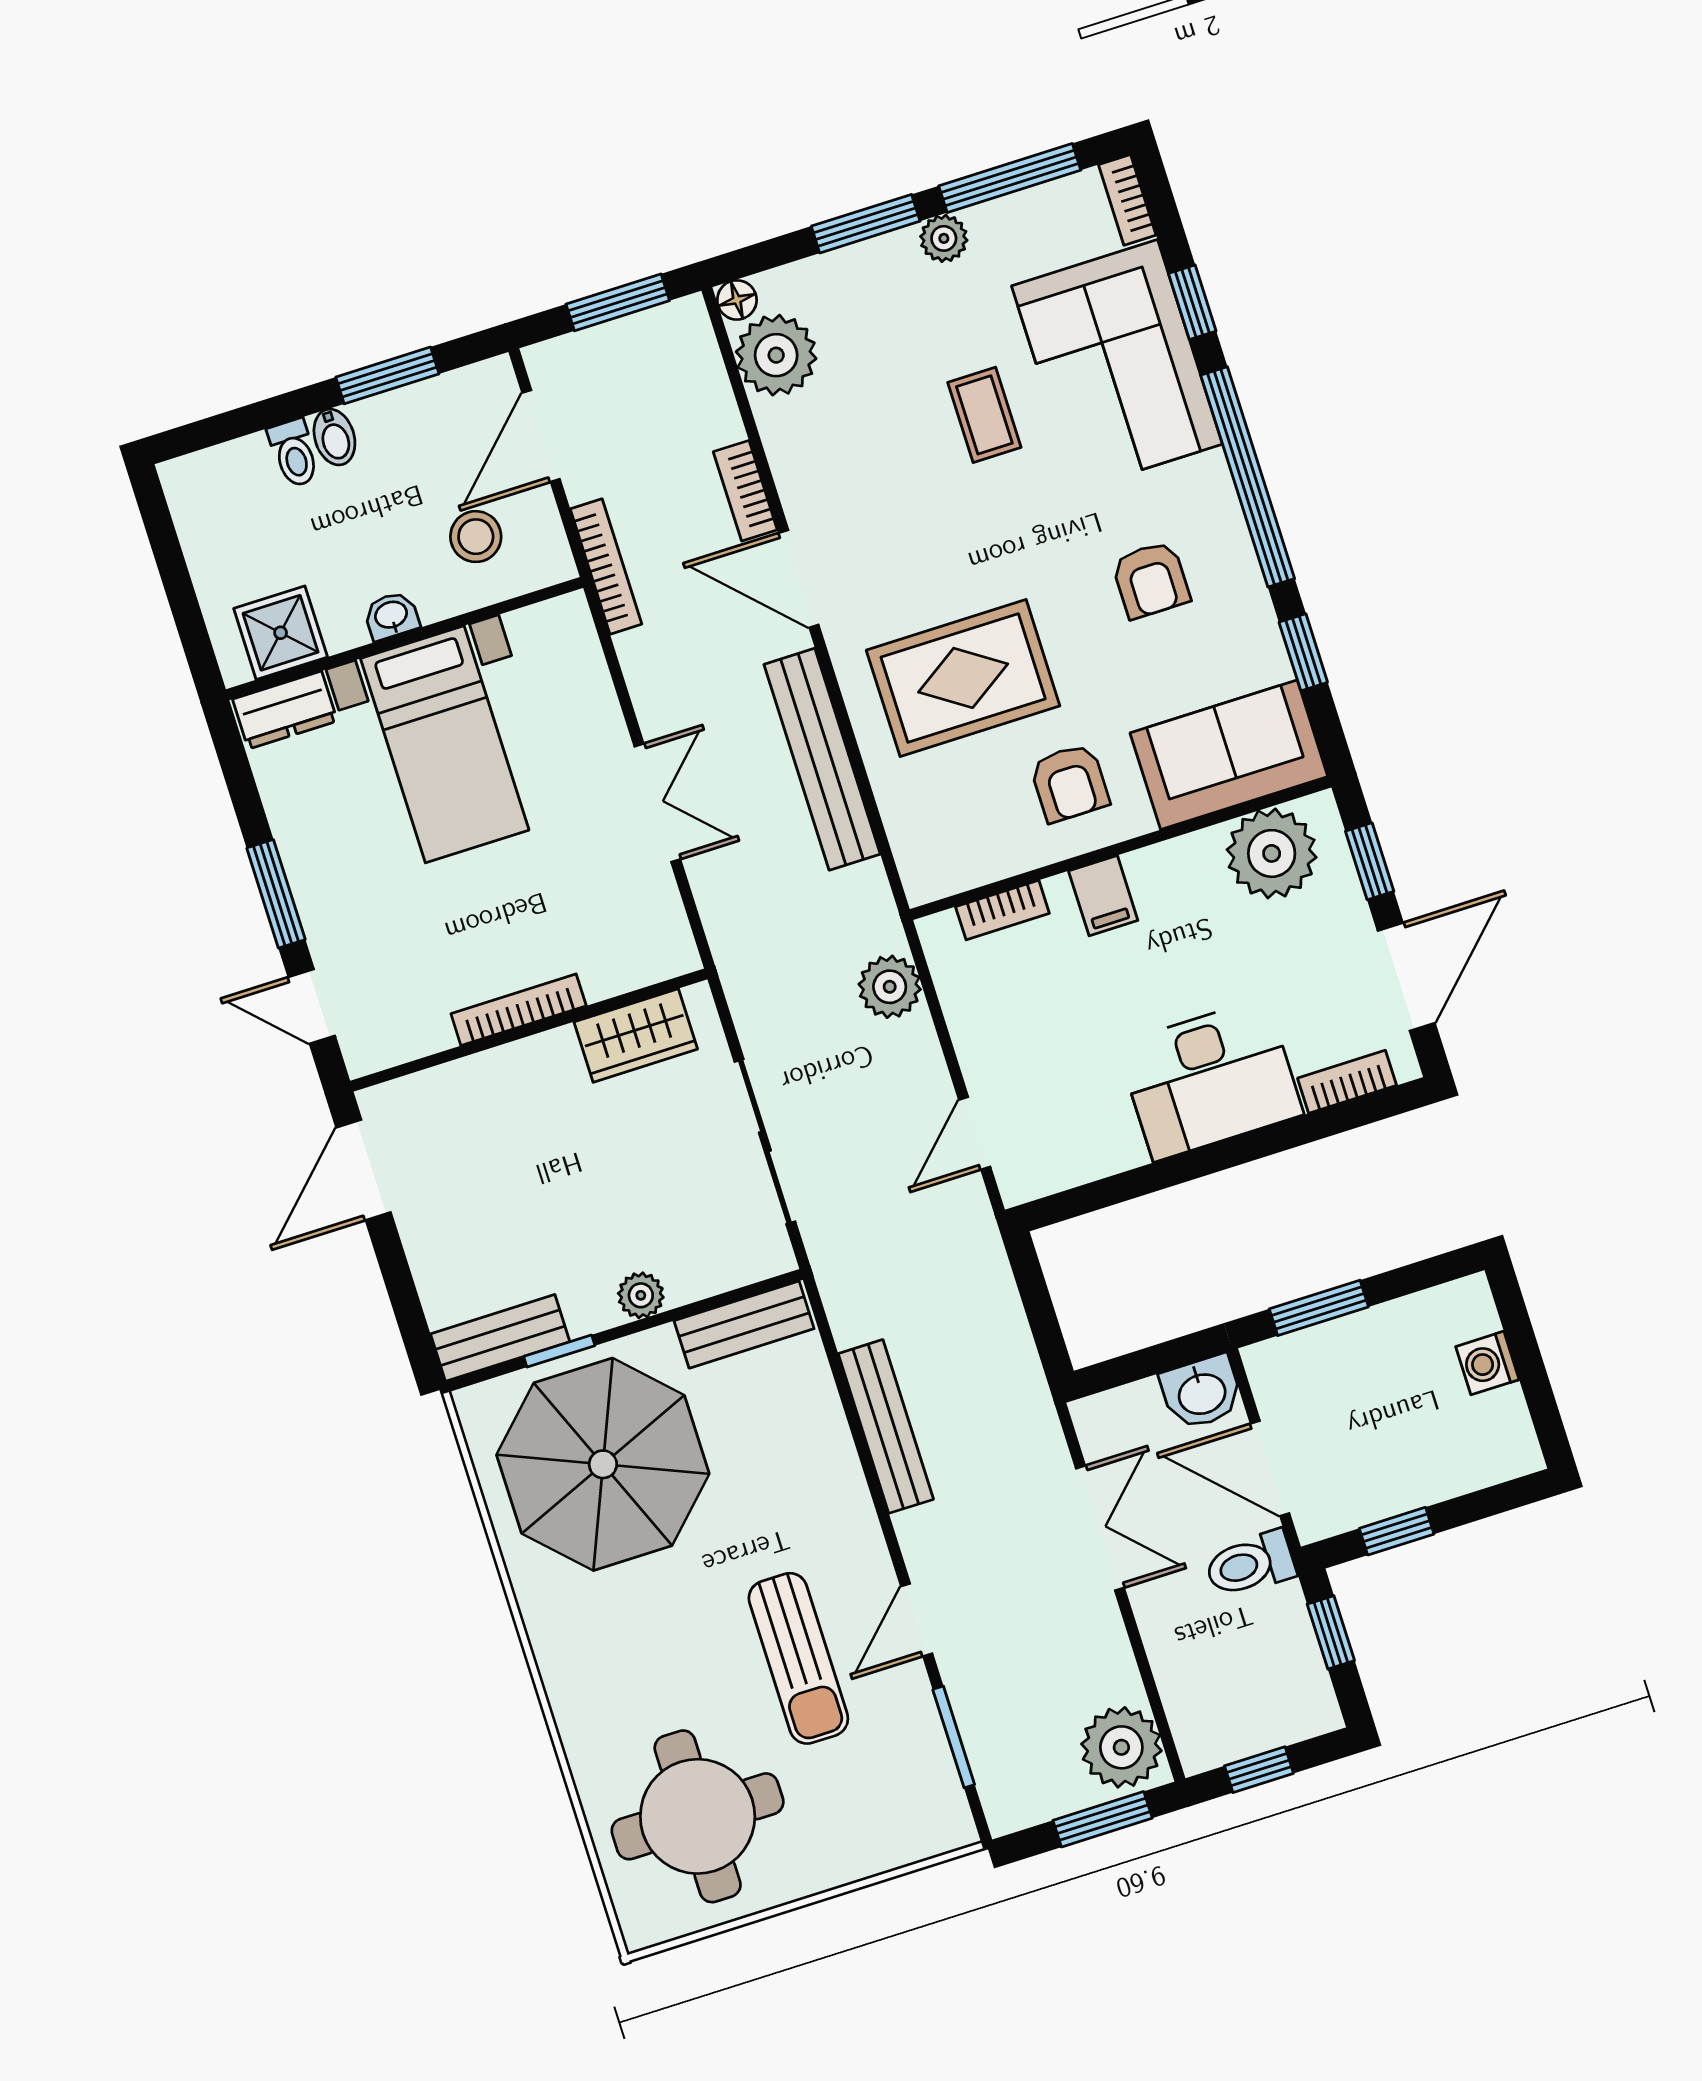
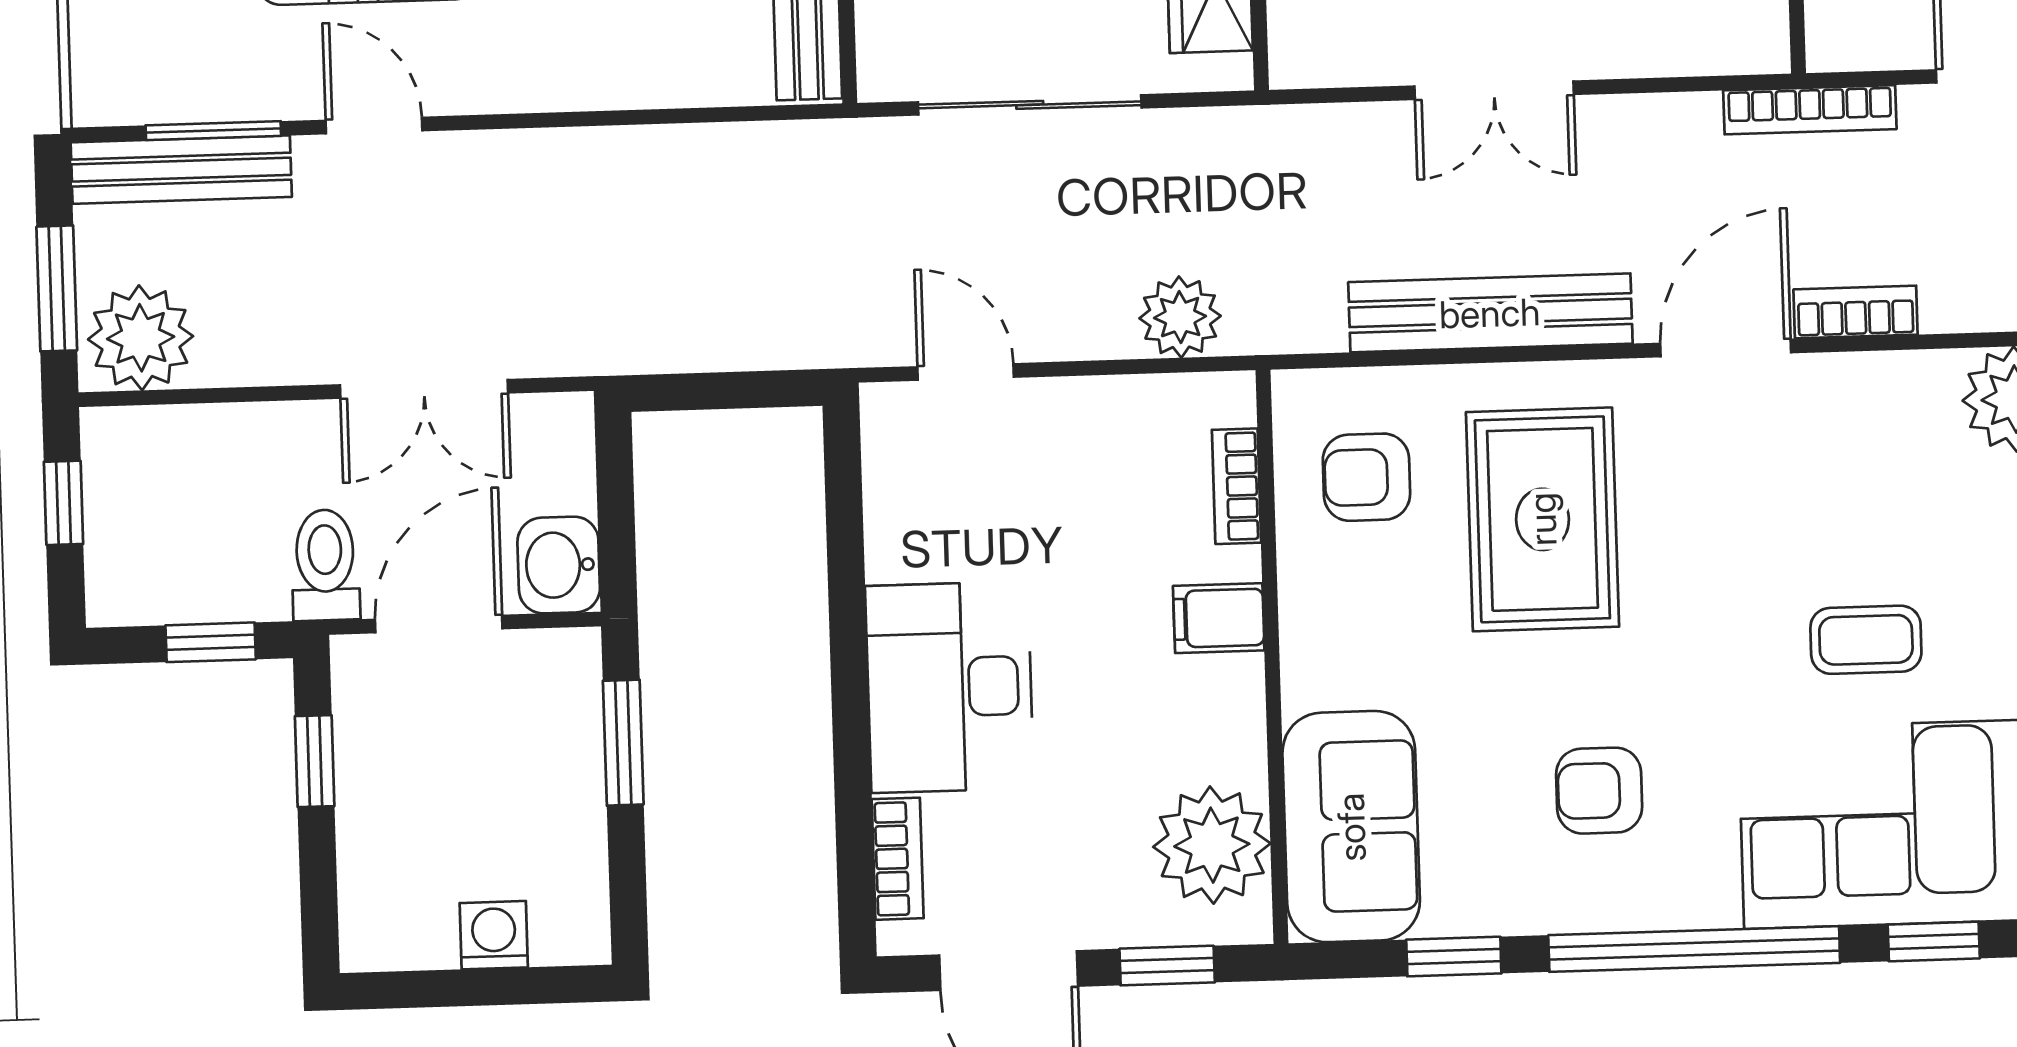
armchair: (1070, 783) -> (1366, 477), moved
bench: (886, 1426) -> (181, 170), moved

